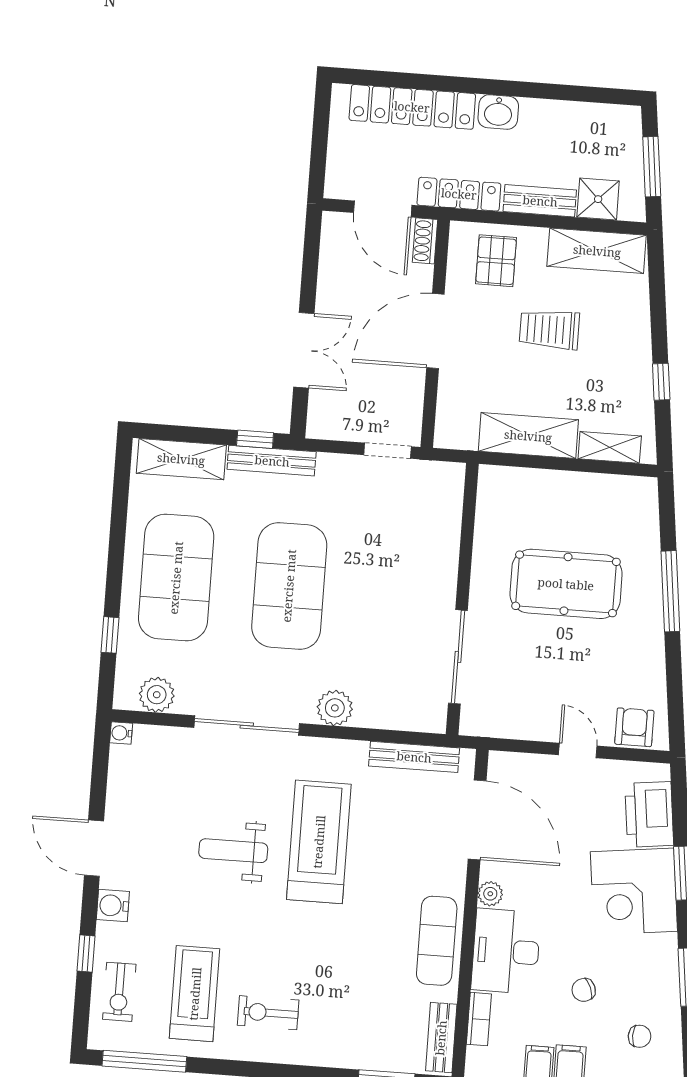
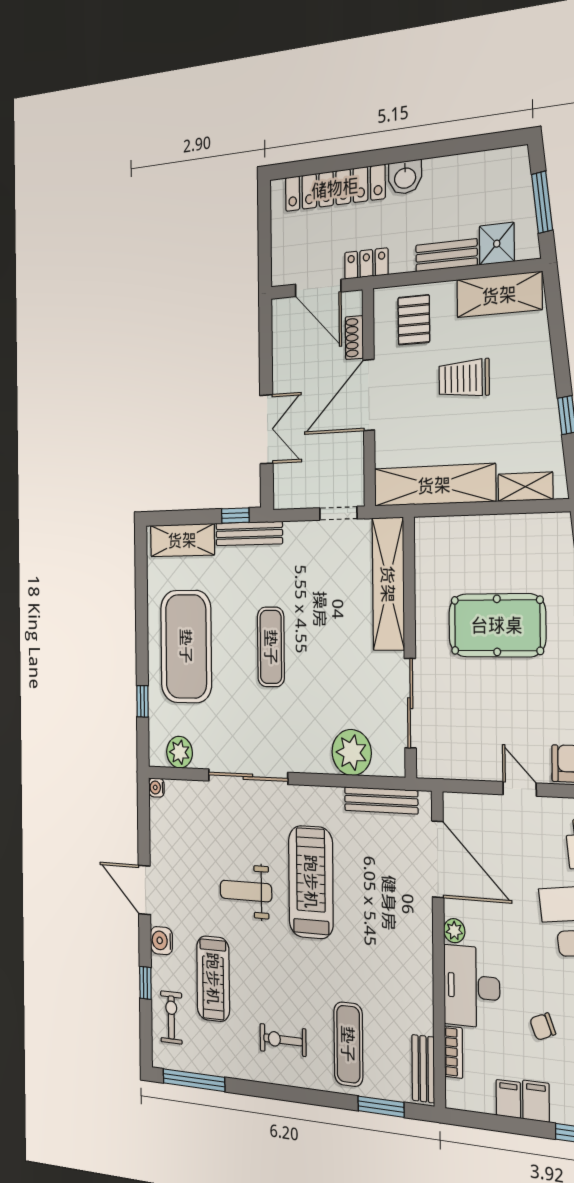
locker: (459, 194) -> (366, 264), width x0.66
shoe rack: (425, 241) -> (354, 338), moved
shelving: (528, 436) -> (434, 485), width x1.47
shelving: (442, 531) -> (388, 584), added
exercise mat: (289, 586) -> (271, 647), width x0.50, depth x0.69
plant: (335, 708) -> (352, 752), moved, width x1.36, depth x1.36
exercise mat: (437, 941) -> (348, 1044), moved
exercise bike: (119, 992) -> (171, 1017), turned 180
treadmill: (195, 994) -> (213, 979), moved, turned 180

